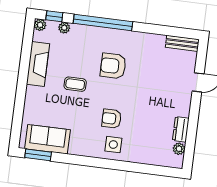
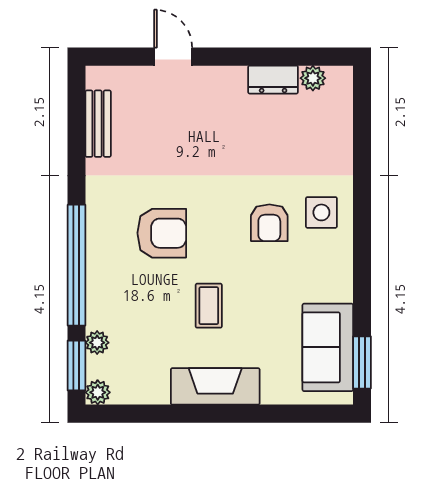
window: (54, 16) -> (76, 366), width x1.50
bench: (182, 43) -> (98, 124), moved
fireplace: (38, 64) -> (215, 386), moved
armchair: (113, 66) -> (162, 233), turned -90

